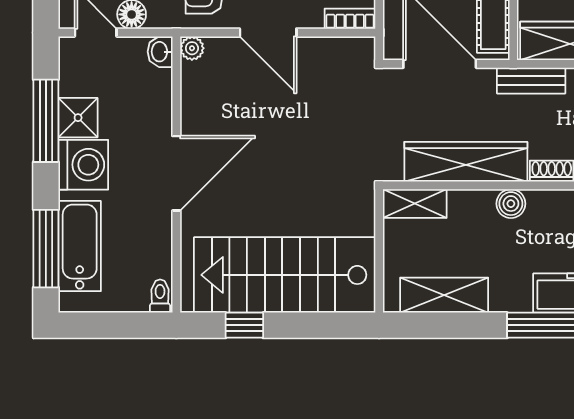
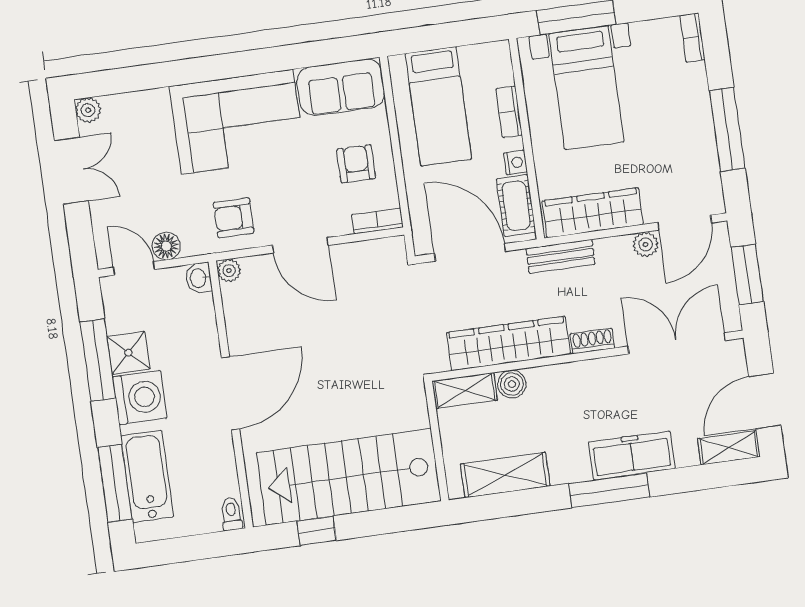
boiler: (511, 204) -> (512, 384), moved

